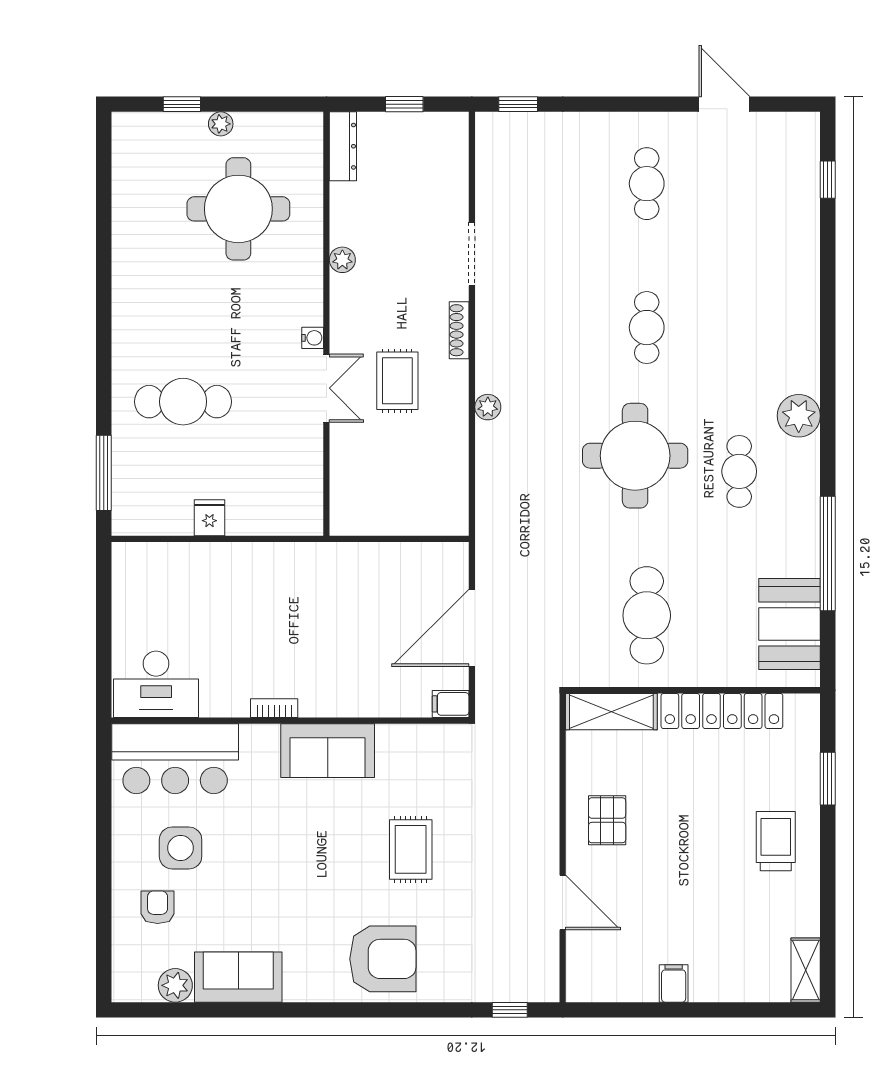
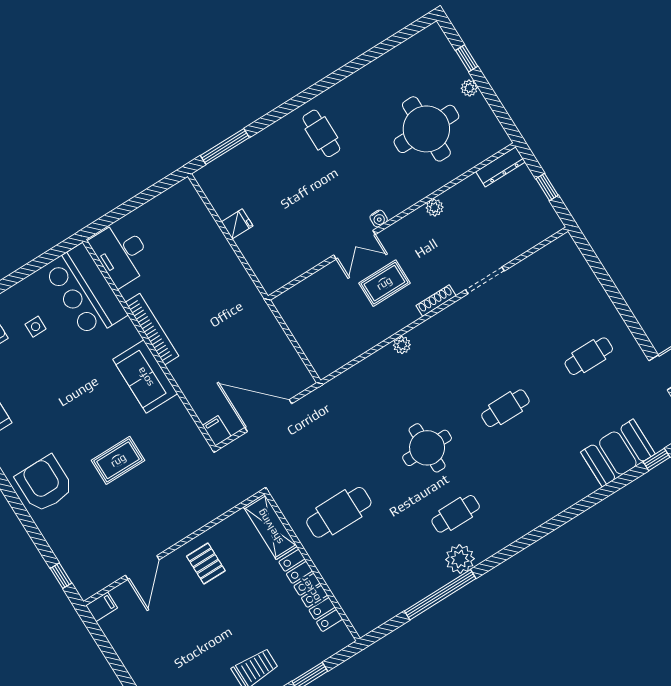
window: (518, 104) -> (588, 253), removed
cafe table: (183, 402) -> (321, 133), moved, width x0.73, depth x0.74
plant: (799, 416) -> (460, 559), moved
round table: (635, 456) -> (427, 448), width x0.73, depth x0.73
booth: (790, 624) -> (618, 453), moved
bookcase: (274, 708) -> (152, 329), width x2.31, depth x1.31
pallet: (607, 820) -> (206, 564), turned 90
side table: (181, 848) -> (36, 327), width x0.54, depth x0.54
armchair: (383, 959) -> (45, 484), turned 180
filing cabinet: (674, 983) -> (102, 607), moved

